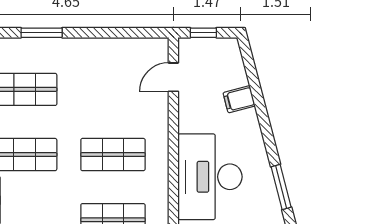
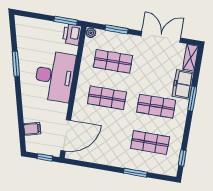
door: (173, 77) -> (66, 135), width x1.87
filing cabinet: (239, 99) -> (32, 129), moved

